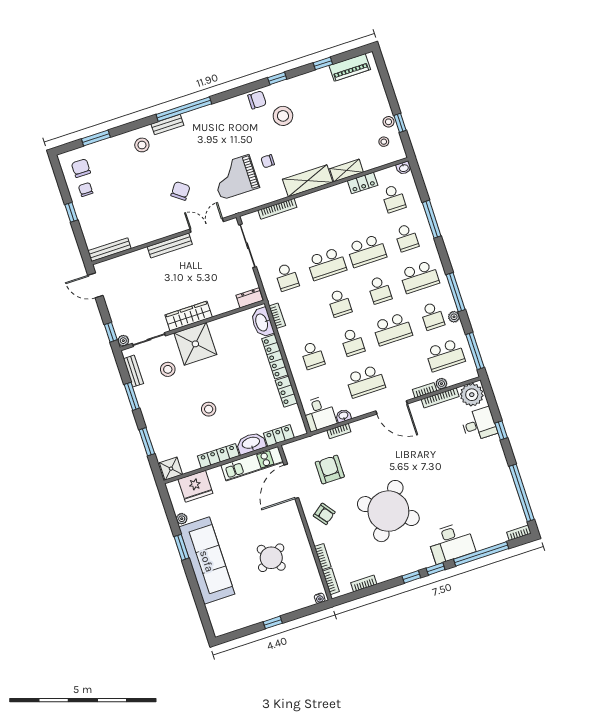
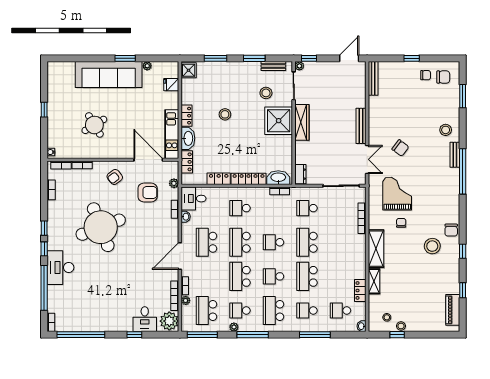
school desk: (352, 342) -> (240, 242), width x1.85
plant: (309, 442) -> (174, 183), added
locker: (218, 456) -> (186, 116), width x0.66
fridge: (195, 486) -> (171, 85), width x0.53, depth x0.75
round table: (388, 511) -> (101, 227), turned 34

